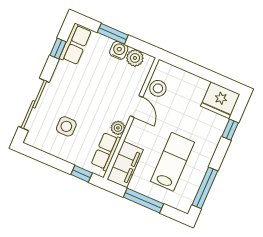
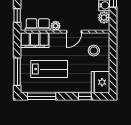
stool: (158, 88) -> (94, 51), moved
window: (143, 201) -> (17, 72), moved

